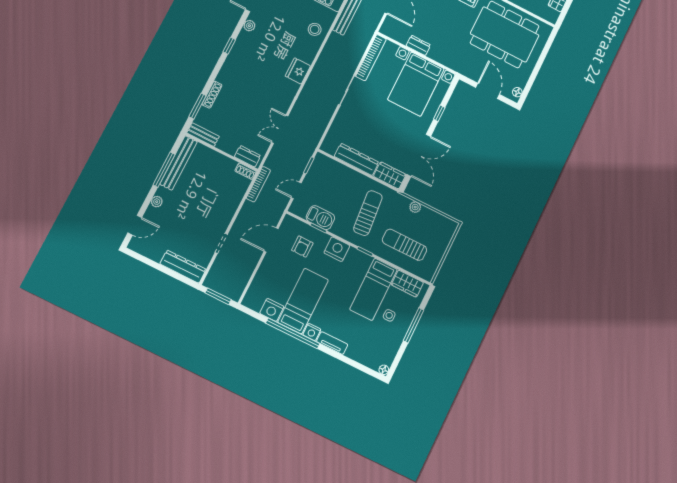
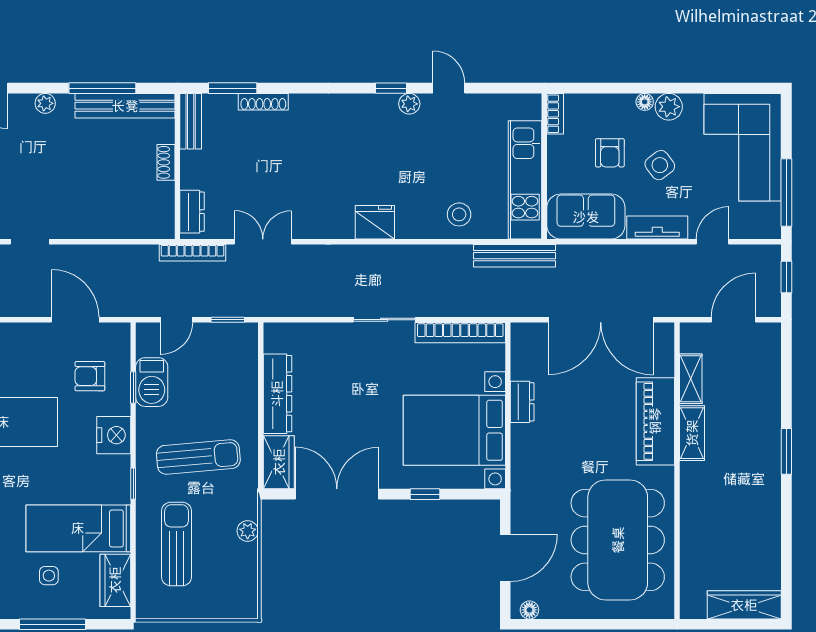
window: (229, 46) -> (391, 88), moved
double door: (419, 155) -> (337, 494), swing flipped
shoe rack: (246, 171) -> (166, 162), moved
bookcase: (258, 184) -> (193, 253), moved
door: (296, 190) -> (176, 320), swing flipped

